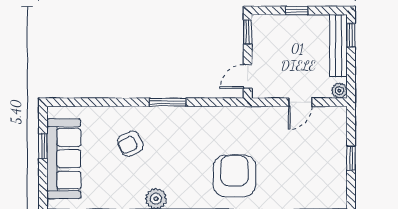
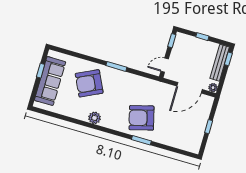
door: (300, 102) -> (189, 88), width x1.88
armchair: (130, 144) -> (89, 83), width x1.88, depth x1.88
armchair: (235, 176) -> (141, 118), turned -105

